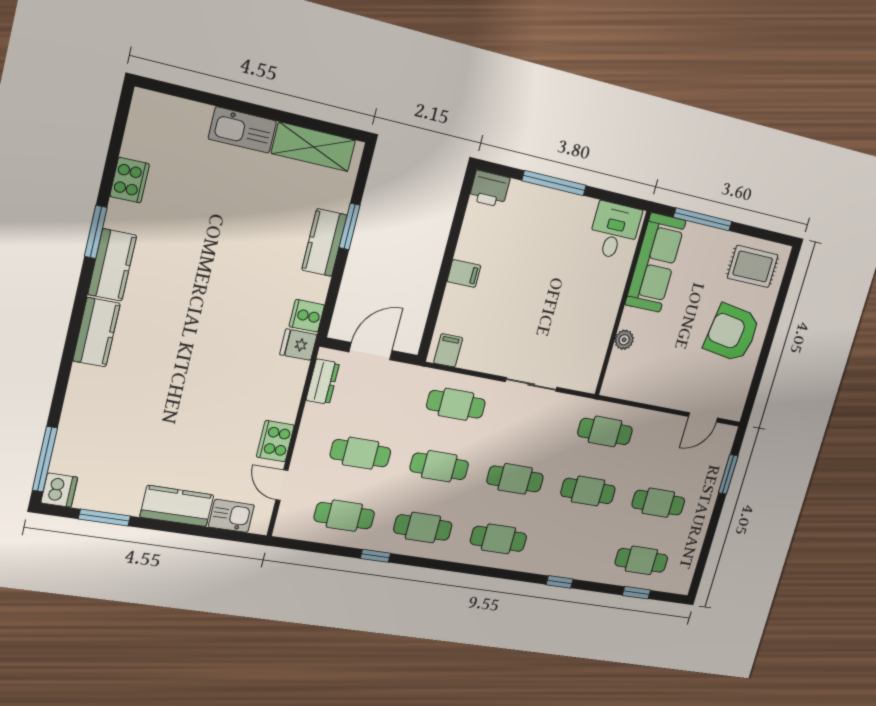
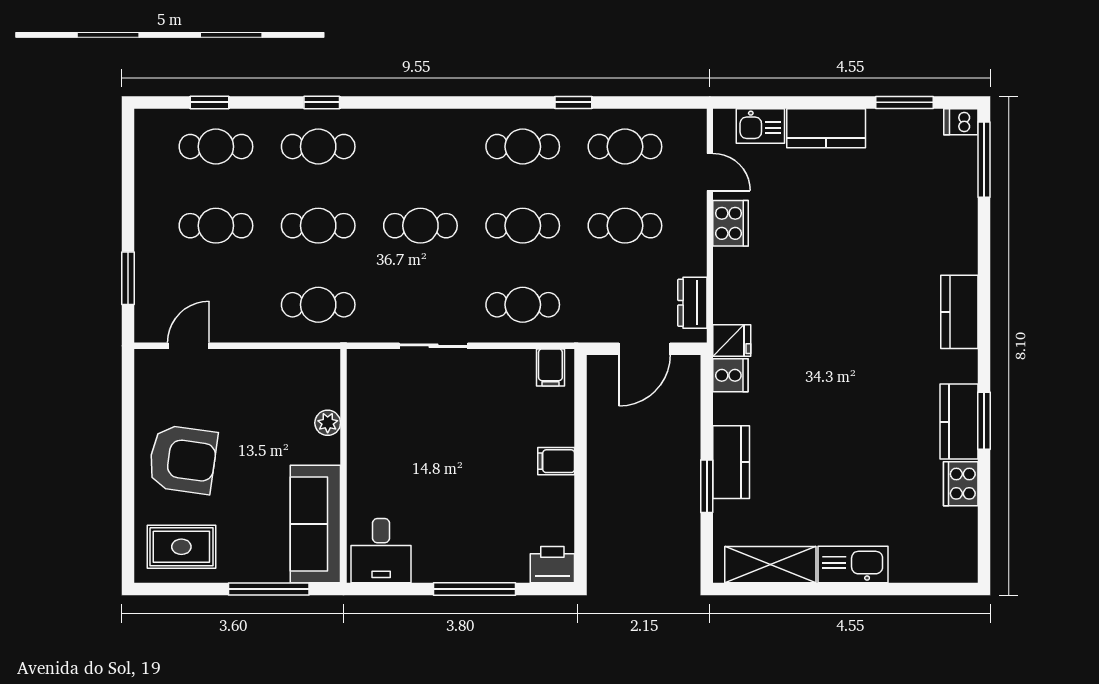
kitchen counter: (112, 265) -> (959, 422), moved
dishwasher: (59, 490) -> (961, 122), width x0.73
cafe table: (498, 539) -> (318, 147), moved

